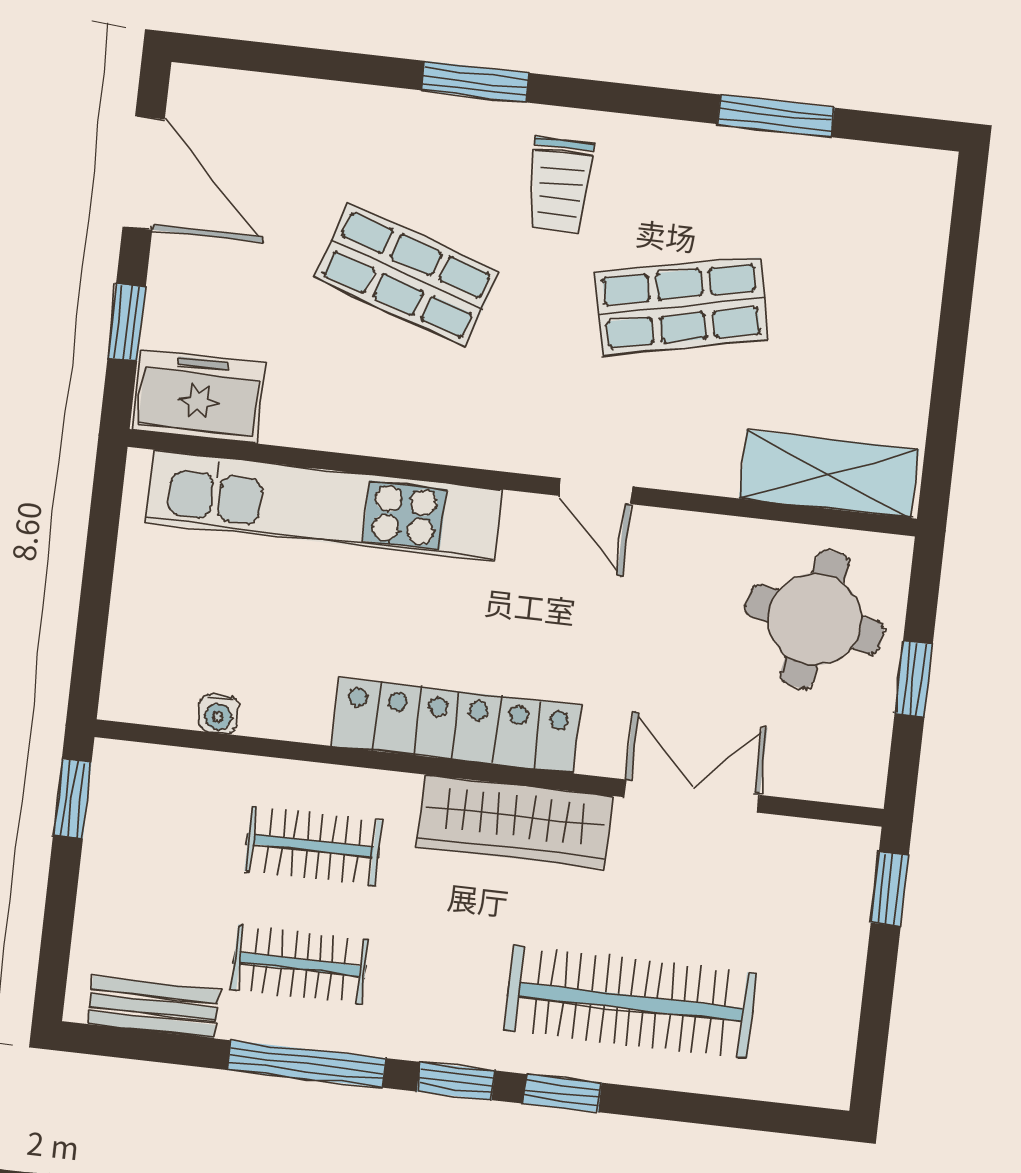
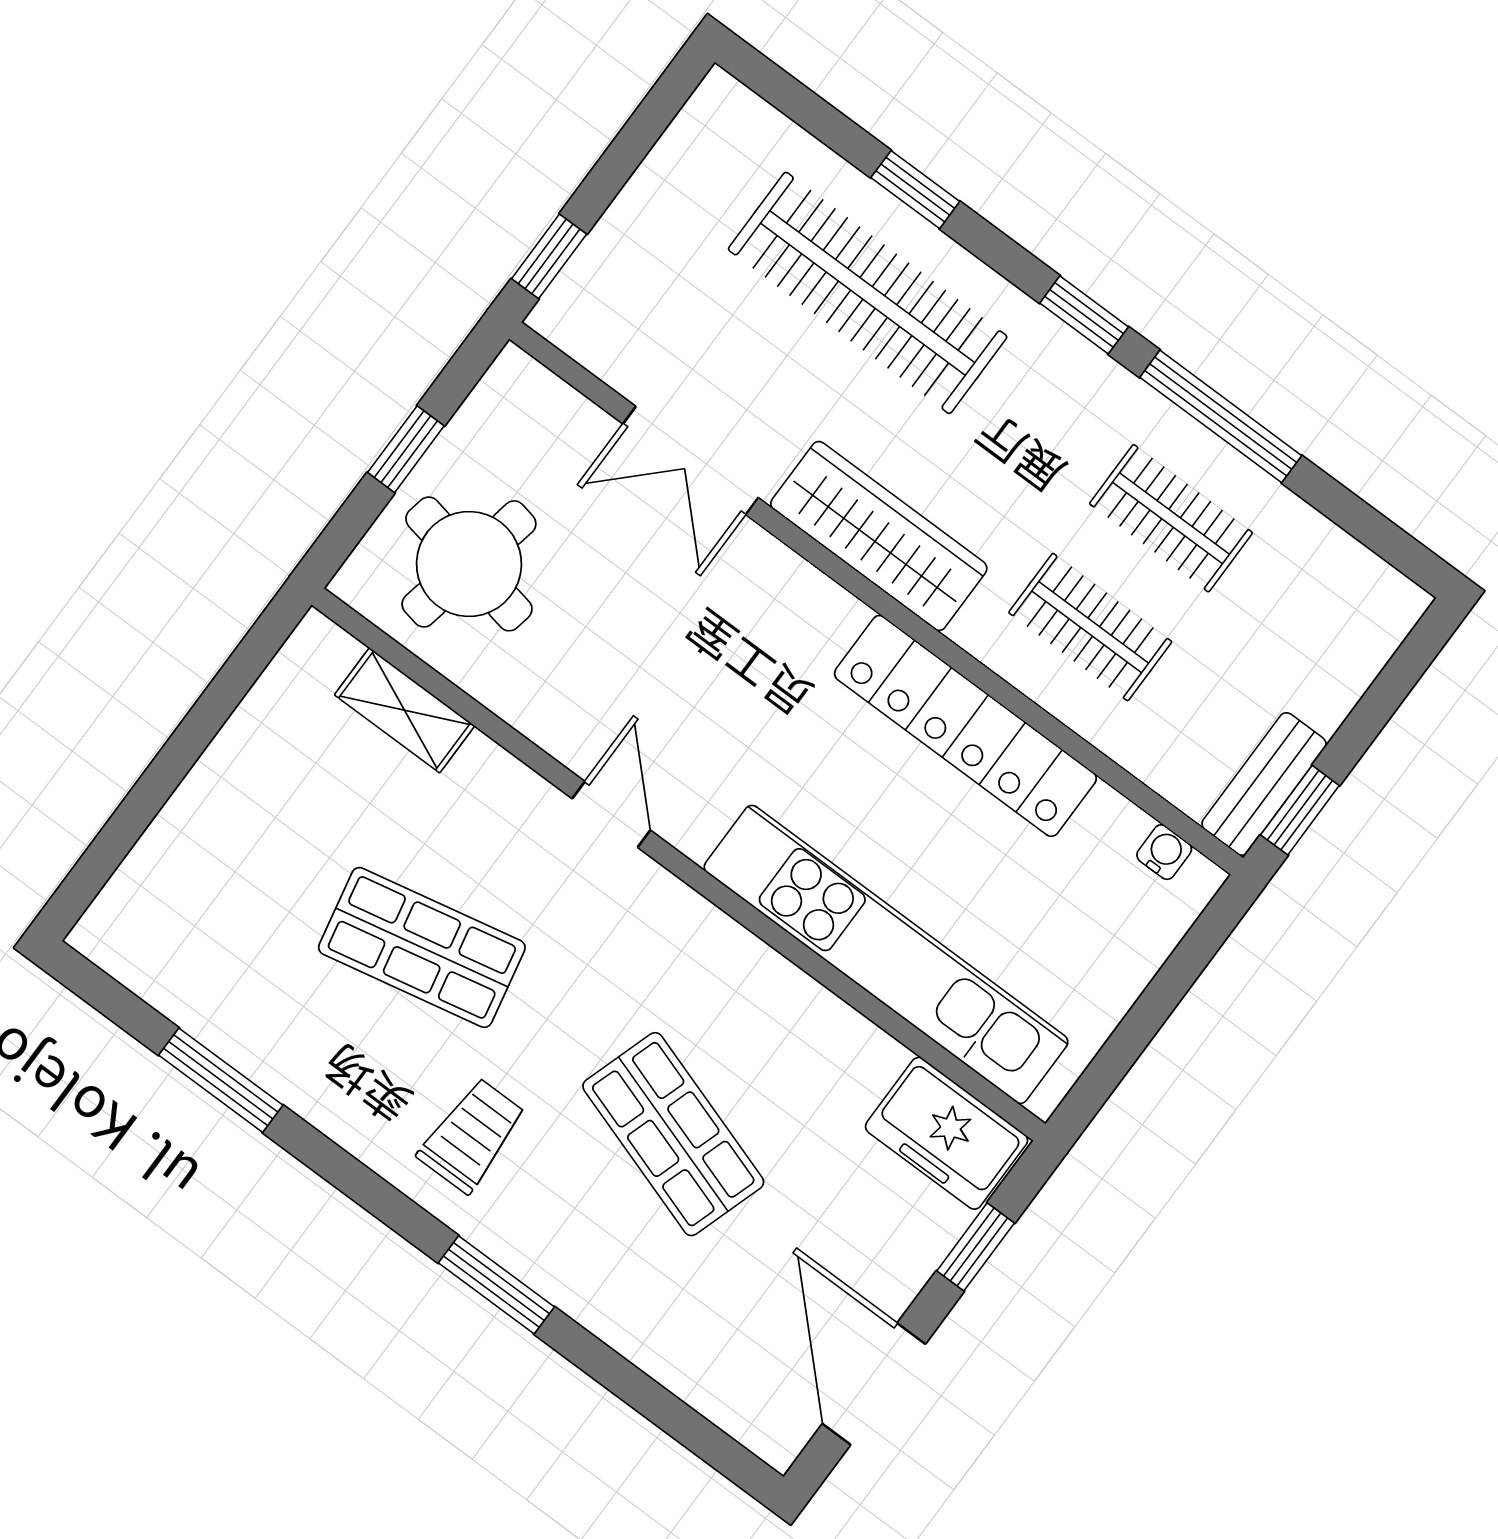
shelving: (829, 474) -> (405, 710), width x0.67, depth x0.75
water cooler: (218, 714) -> (1164, 852), moved
locker: (456, 726) -> (965, 726), moved
bench: (154, 1007) -> (1264, 784), moved, turned 90
window: (562, 1093) -> (915, 190), moved

